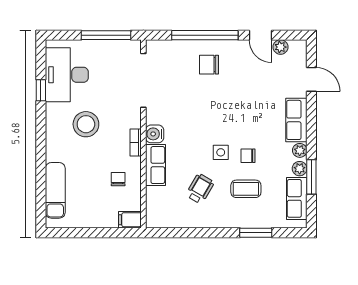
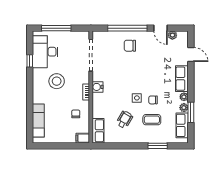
window: (106, 35) -> (56, 28), moved
row of seats: (155, 165) -> (98, 131), moved

